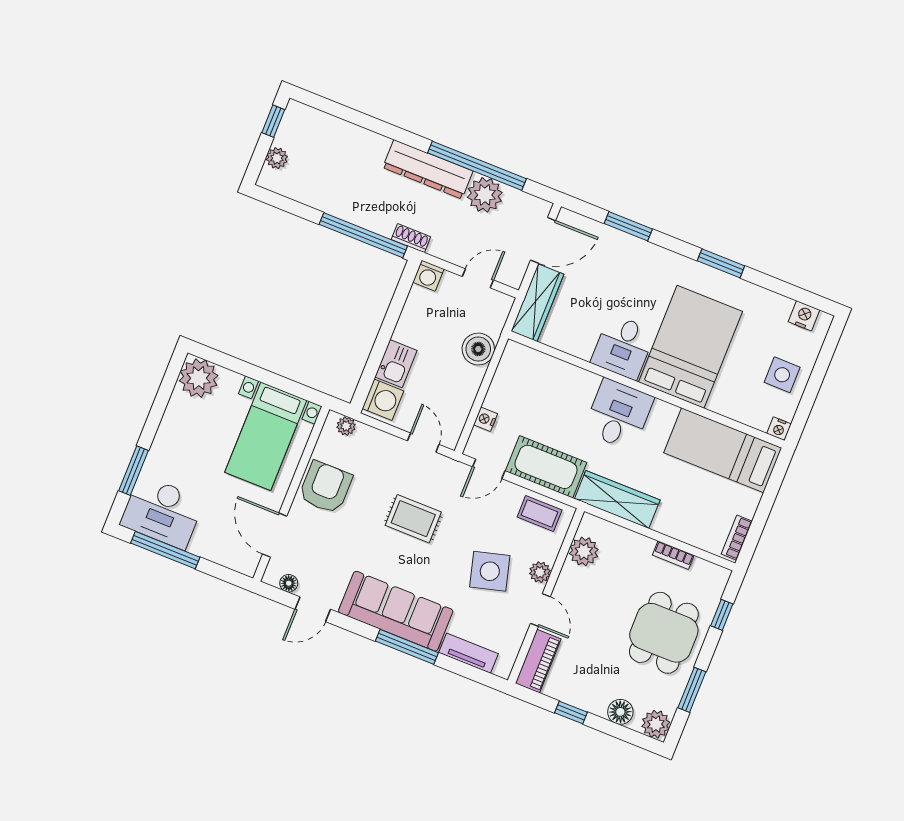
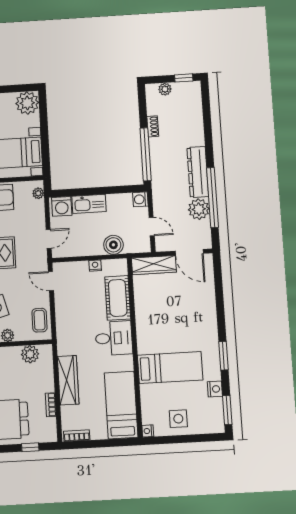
window: (628, 226) -> (227, 410), moved
shoe rack: (411, 238) -> (153, 126), moved
nightstand: (804, 316) -> (215, 389), moved
desk: (623, 347) -> (152, 323), removed
bed: (690, 347) -> (170, 368), width x0.67
kitchen sink: (396, 364) -> (89, 204), width x1.38
nightstand: (486, 419) -> (95, 266), moved
cot: (546, 467) -> (118, 298), moved
wardrobe: (617, 499) -> (68, 380), moved

